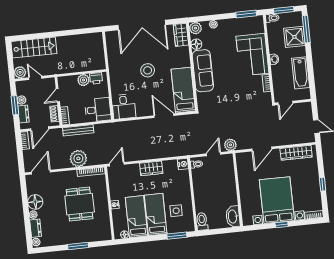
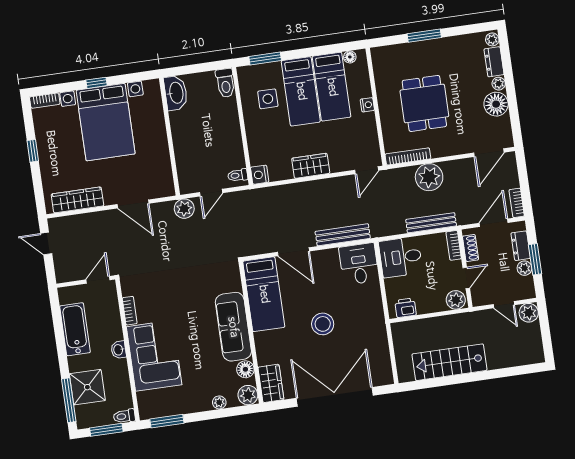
stairs: (34, 47) -> (449, 362), moved
plant: (83, 80) -> (456, 300), moved
bench: (133, 125) -> (343, 235), added
door: (262, 149) -> (133, 204), swing flipped

